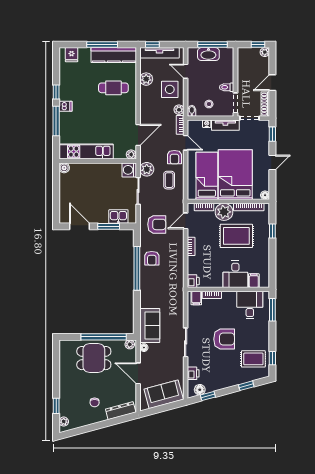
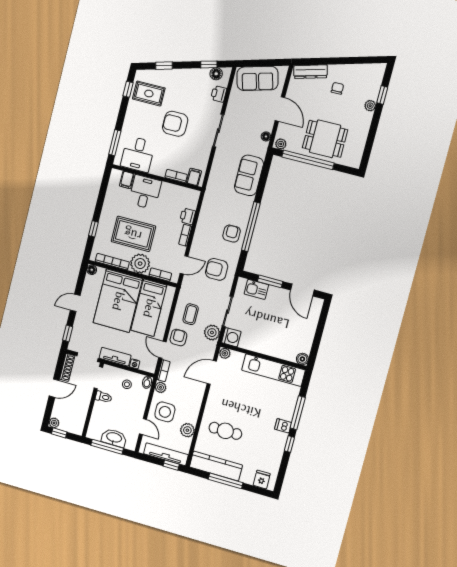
printer: (193, 281) -> (188, 216), moved
sofa: (150, 325) -> (249, 175), moved
plant: (64, 422) -> (370, 106), moved

